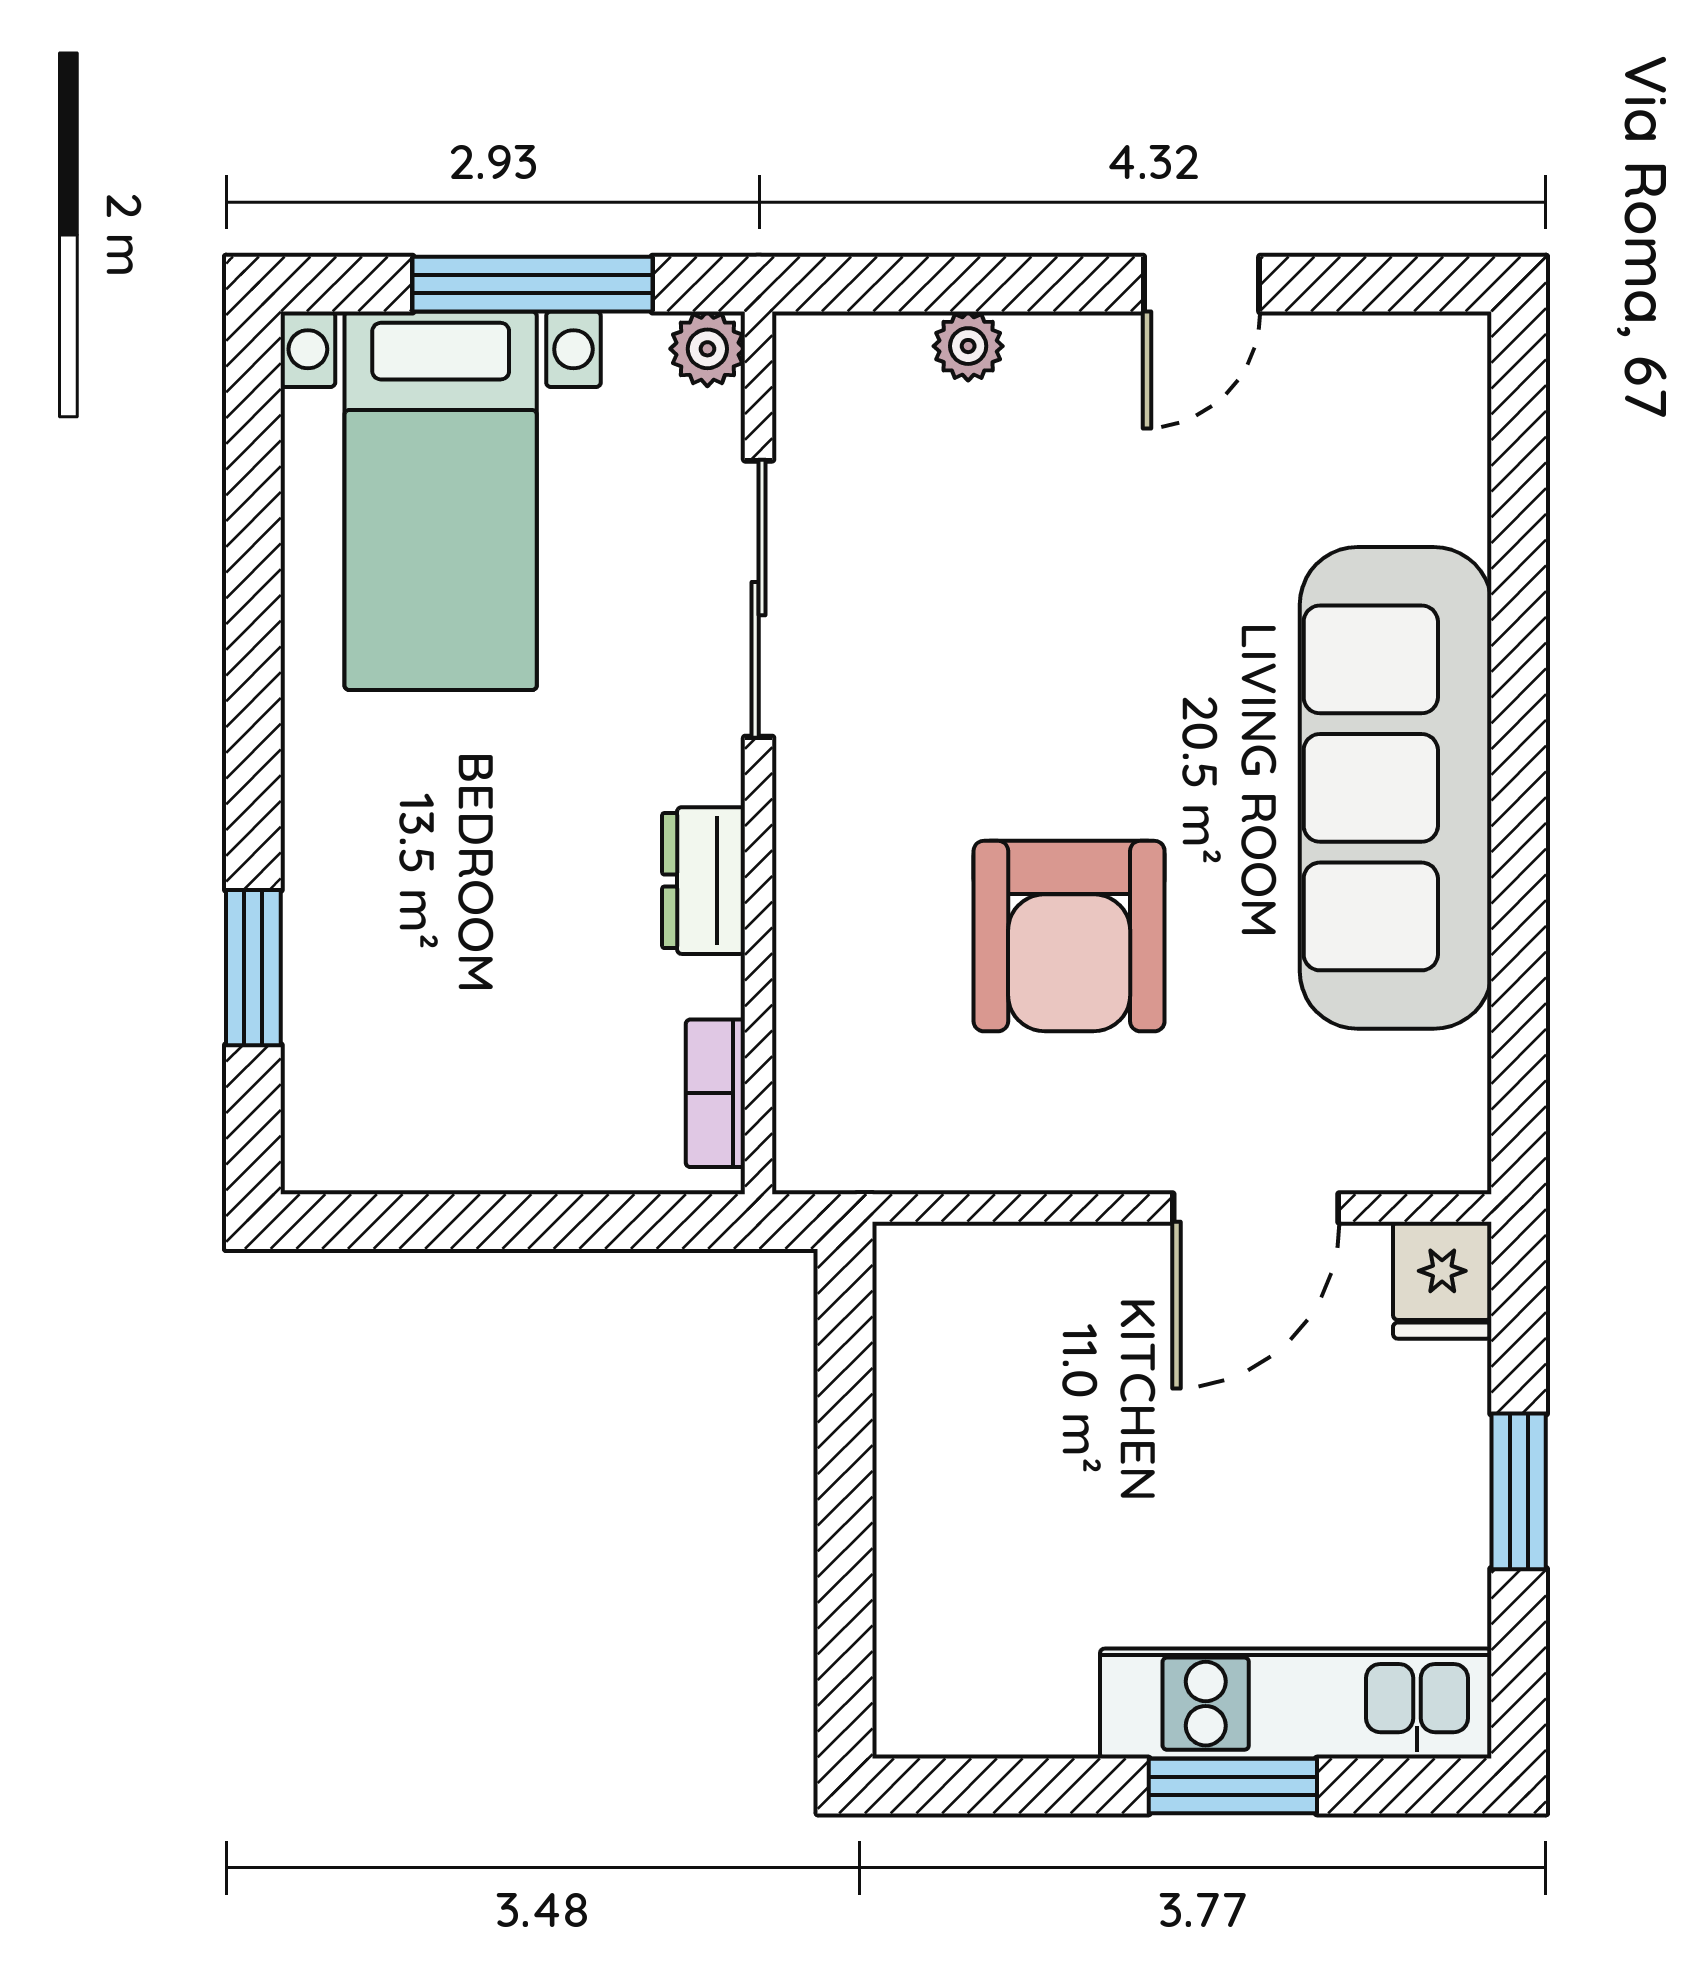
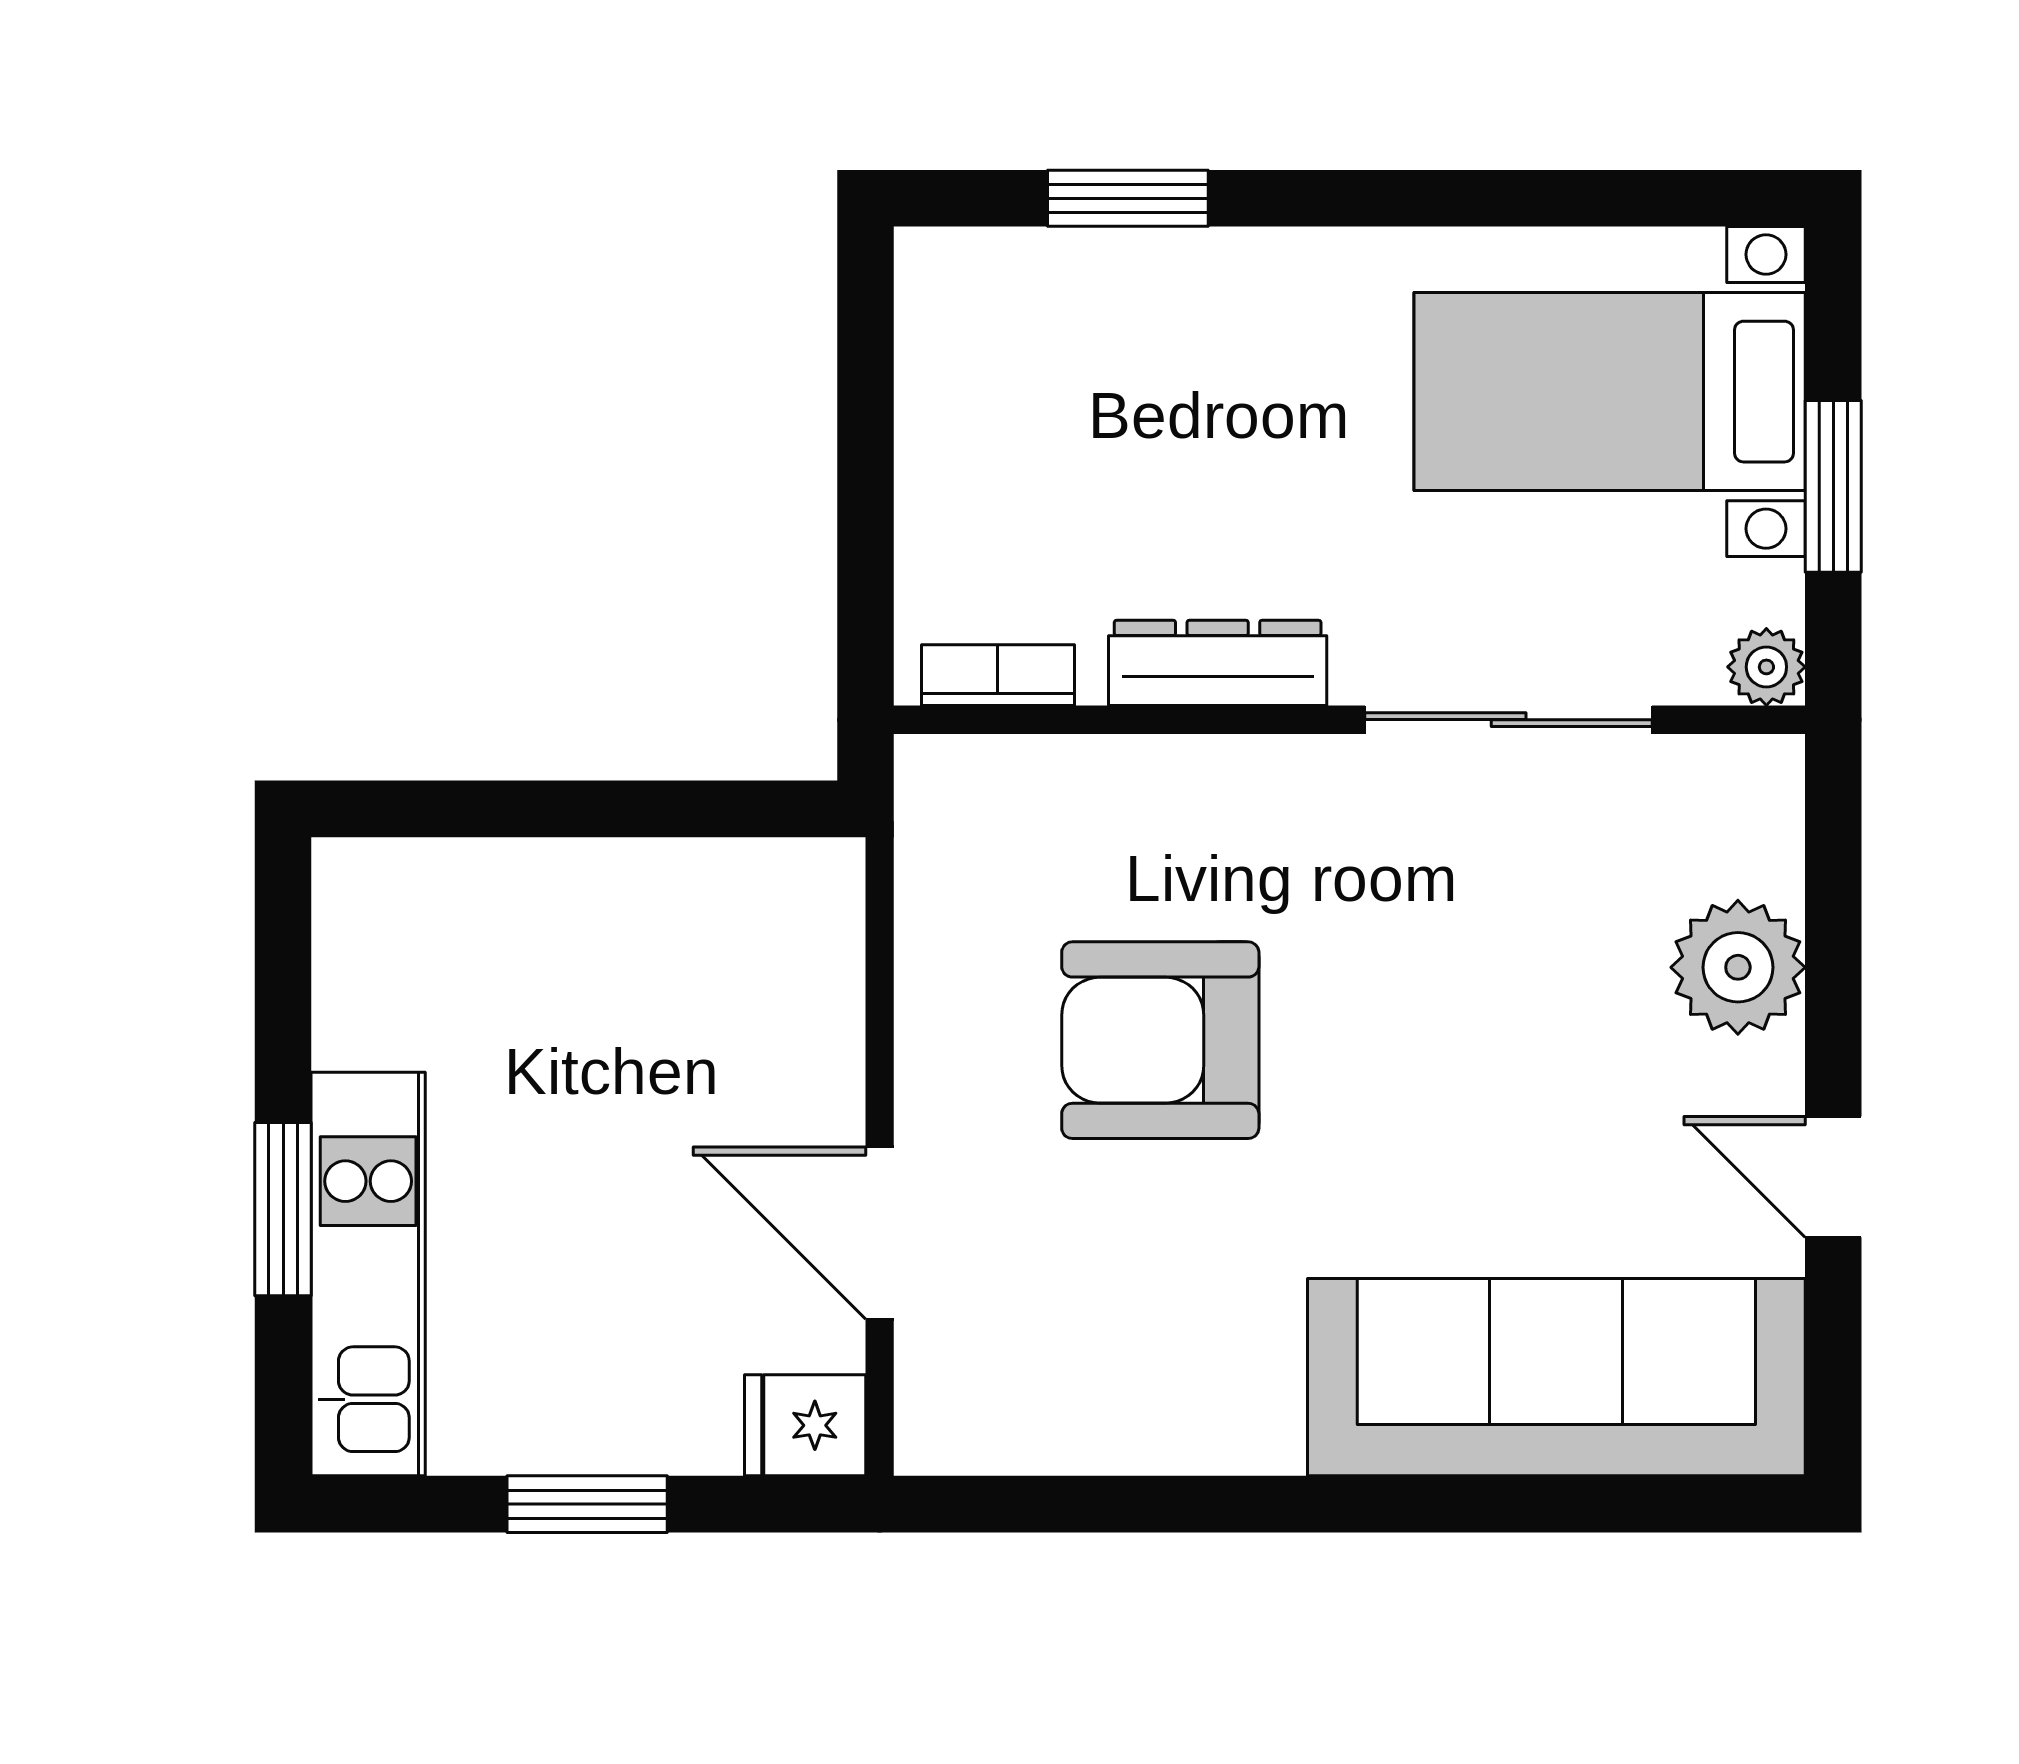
window: (533, 284) -> (1833, 486), width x0.69
plant: (968, 346) -> (1738, 967), width x1.88, depth x1.88
sofa: (1396, 788) -> (1556, 1377), moved
dresser: (704, 881) -> (1218, 663), width x1.44

